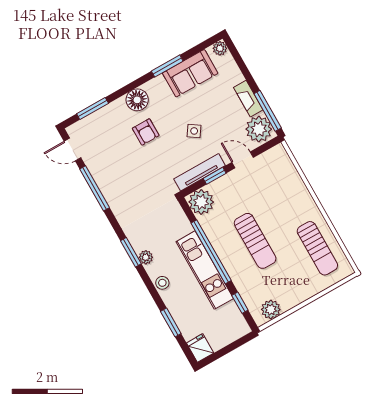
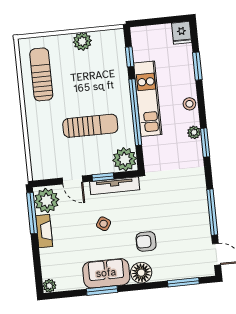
sofa: (190, 73) -> (106, 273), moved
armchair: (146, 132) -> (146, 241), turned -90
sun lounger: (255, 241) -> (90, 126), moved, turned 90
plant: (271, 310) -> (82, 41), moved

